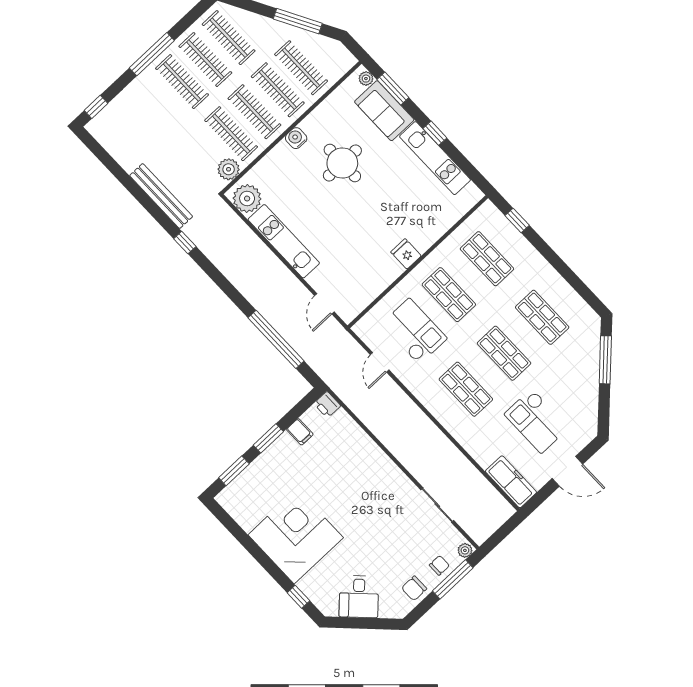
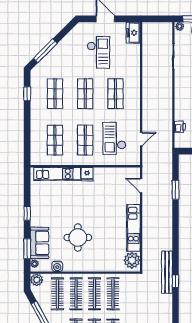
water cooler: (296, 138) -> (57, 266), moved
kitchen unit: (435, 158) -> (57, 174), moved, turned 90
plant: (229, 169) -> (37, 280), moved
bench: (161, 196) -> (167, 272), moved
window: (517, 220) -> (27, 94), moved
window: (185, 243) -> (176, 281), moved
door: (324, 304) -> (141, 186), swing flipped
window: (276, 339) -> (176, 190), width x0.47
printer: (327, 405) -> (180, 127), moved
freezer: (511, 482) -> (133, 33), width x0.71

